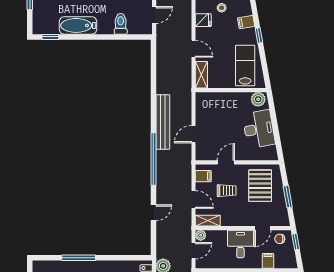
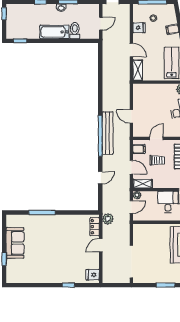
bathtub: (78, 25) -> (54, 32), moved
bench: (163, 122) -> (108, 133), moved
door: (193, 134) -> (131, 116), hinge flipped

